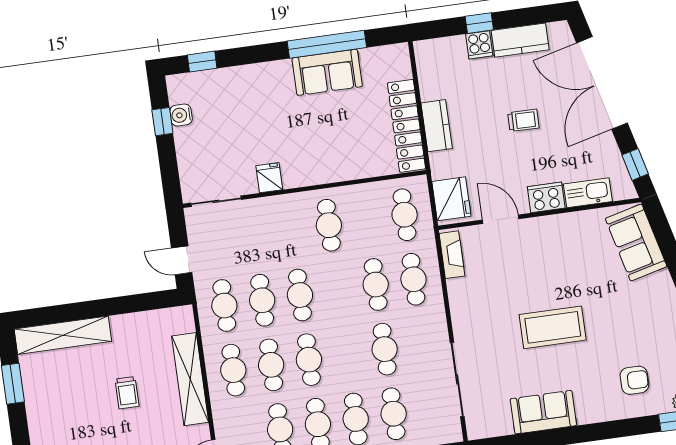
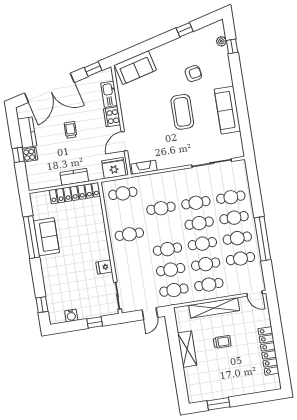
window: (162, 122) -> (95, 322), moved
cafe table: (413, 279) -> (199, 223), moved
shelving: (63, 335) -> (187, 349), moved, width x0.68
armchair: (634, 380) -> (193, 74), moved, turned 80
sofa: (543, 412) -> (227, 110), width x1.36

